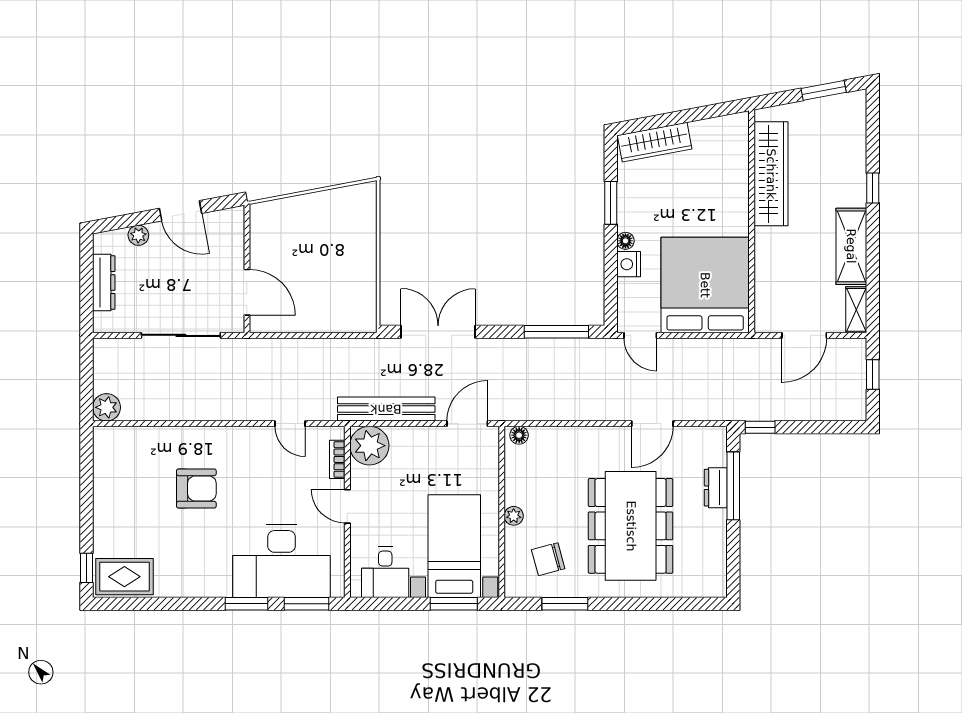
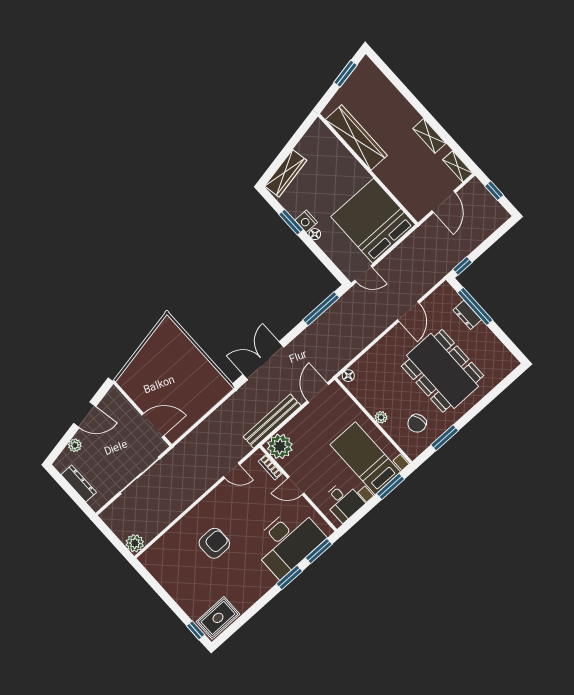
window: (873, 188) -> (412, 100), removed
shelving: (851, 246) -> (429, 136), width x0.67, depth x0.75
nightstand: (629, 264) -> (306, 221), moved

